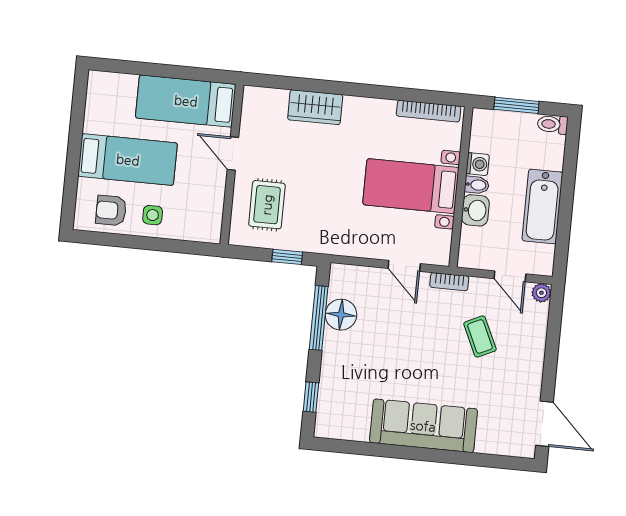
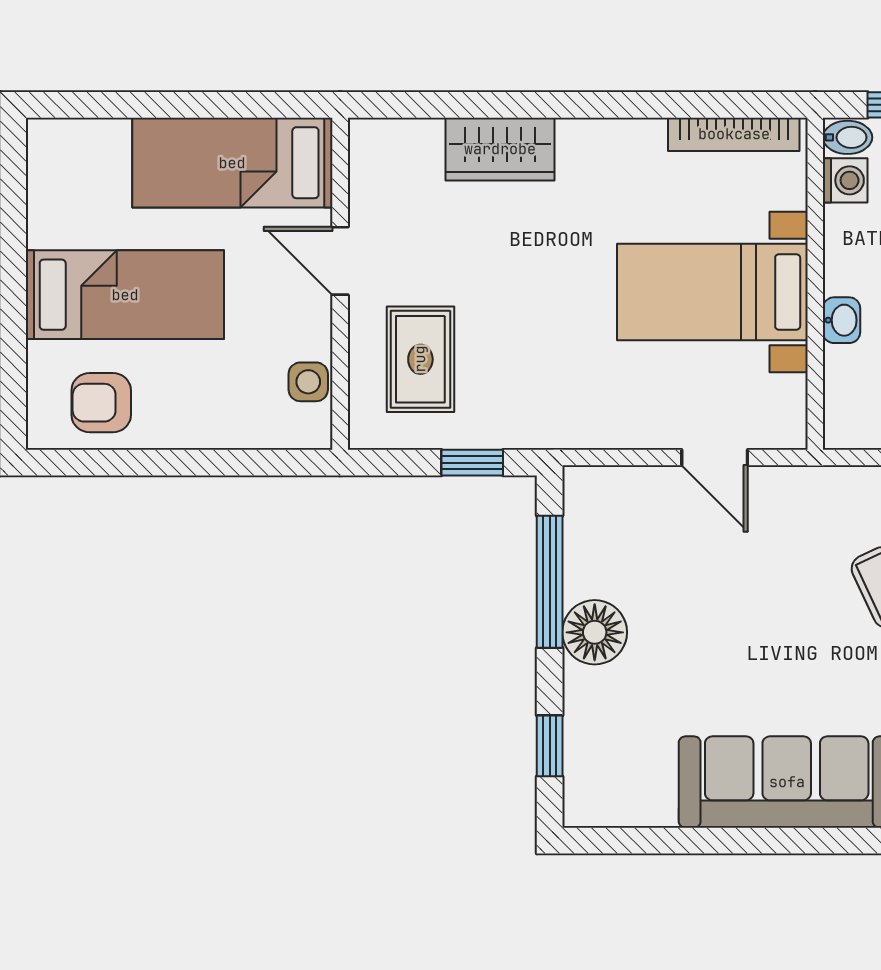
washing machine: (478, 164) -> (845, 180), moved
bidet: (477, 185) -> (848, 137), moved
washbasin: (475, 210) -> (842, 320), width x0.72, depth x0.69
side table: (153, 215) -> (308, 382), moved
bookcase: (449, 282) -> (811, 481), removed
floor lamp: (341, 315) -> (595, 632), moved

